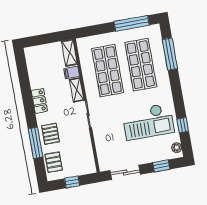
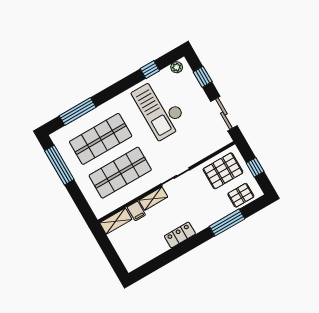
checkout: (148, 122) -> (160, 109), turned 180
pallet: (51, 134) -> (223, 171), moved, width x1.50, depth x1.42

